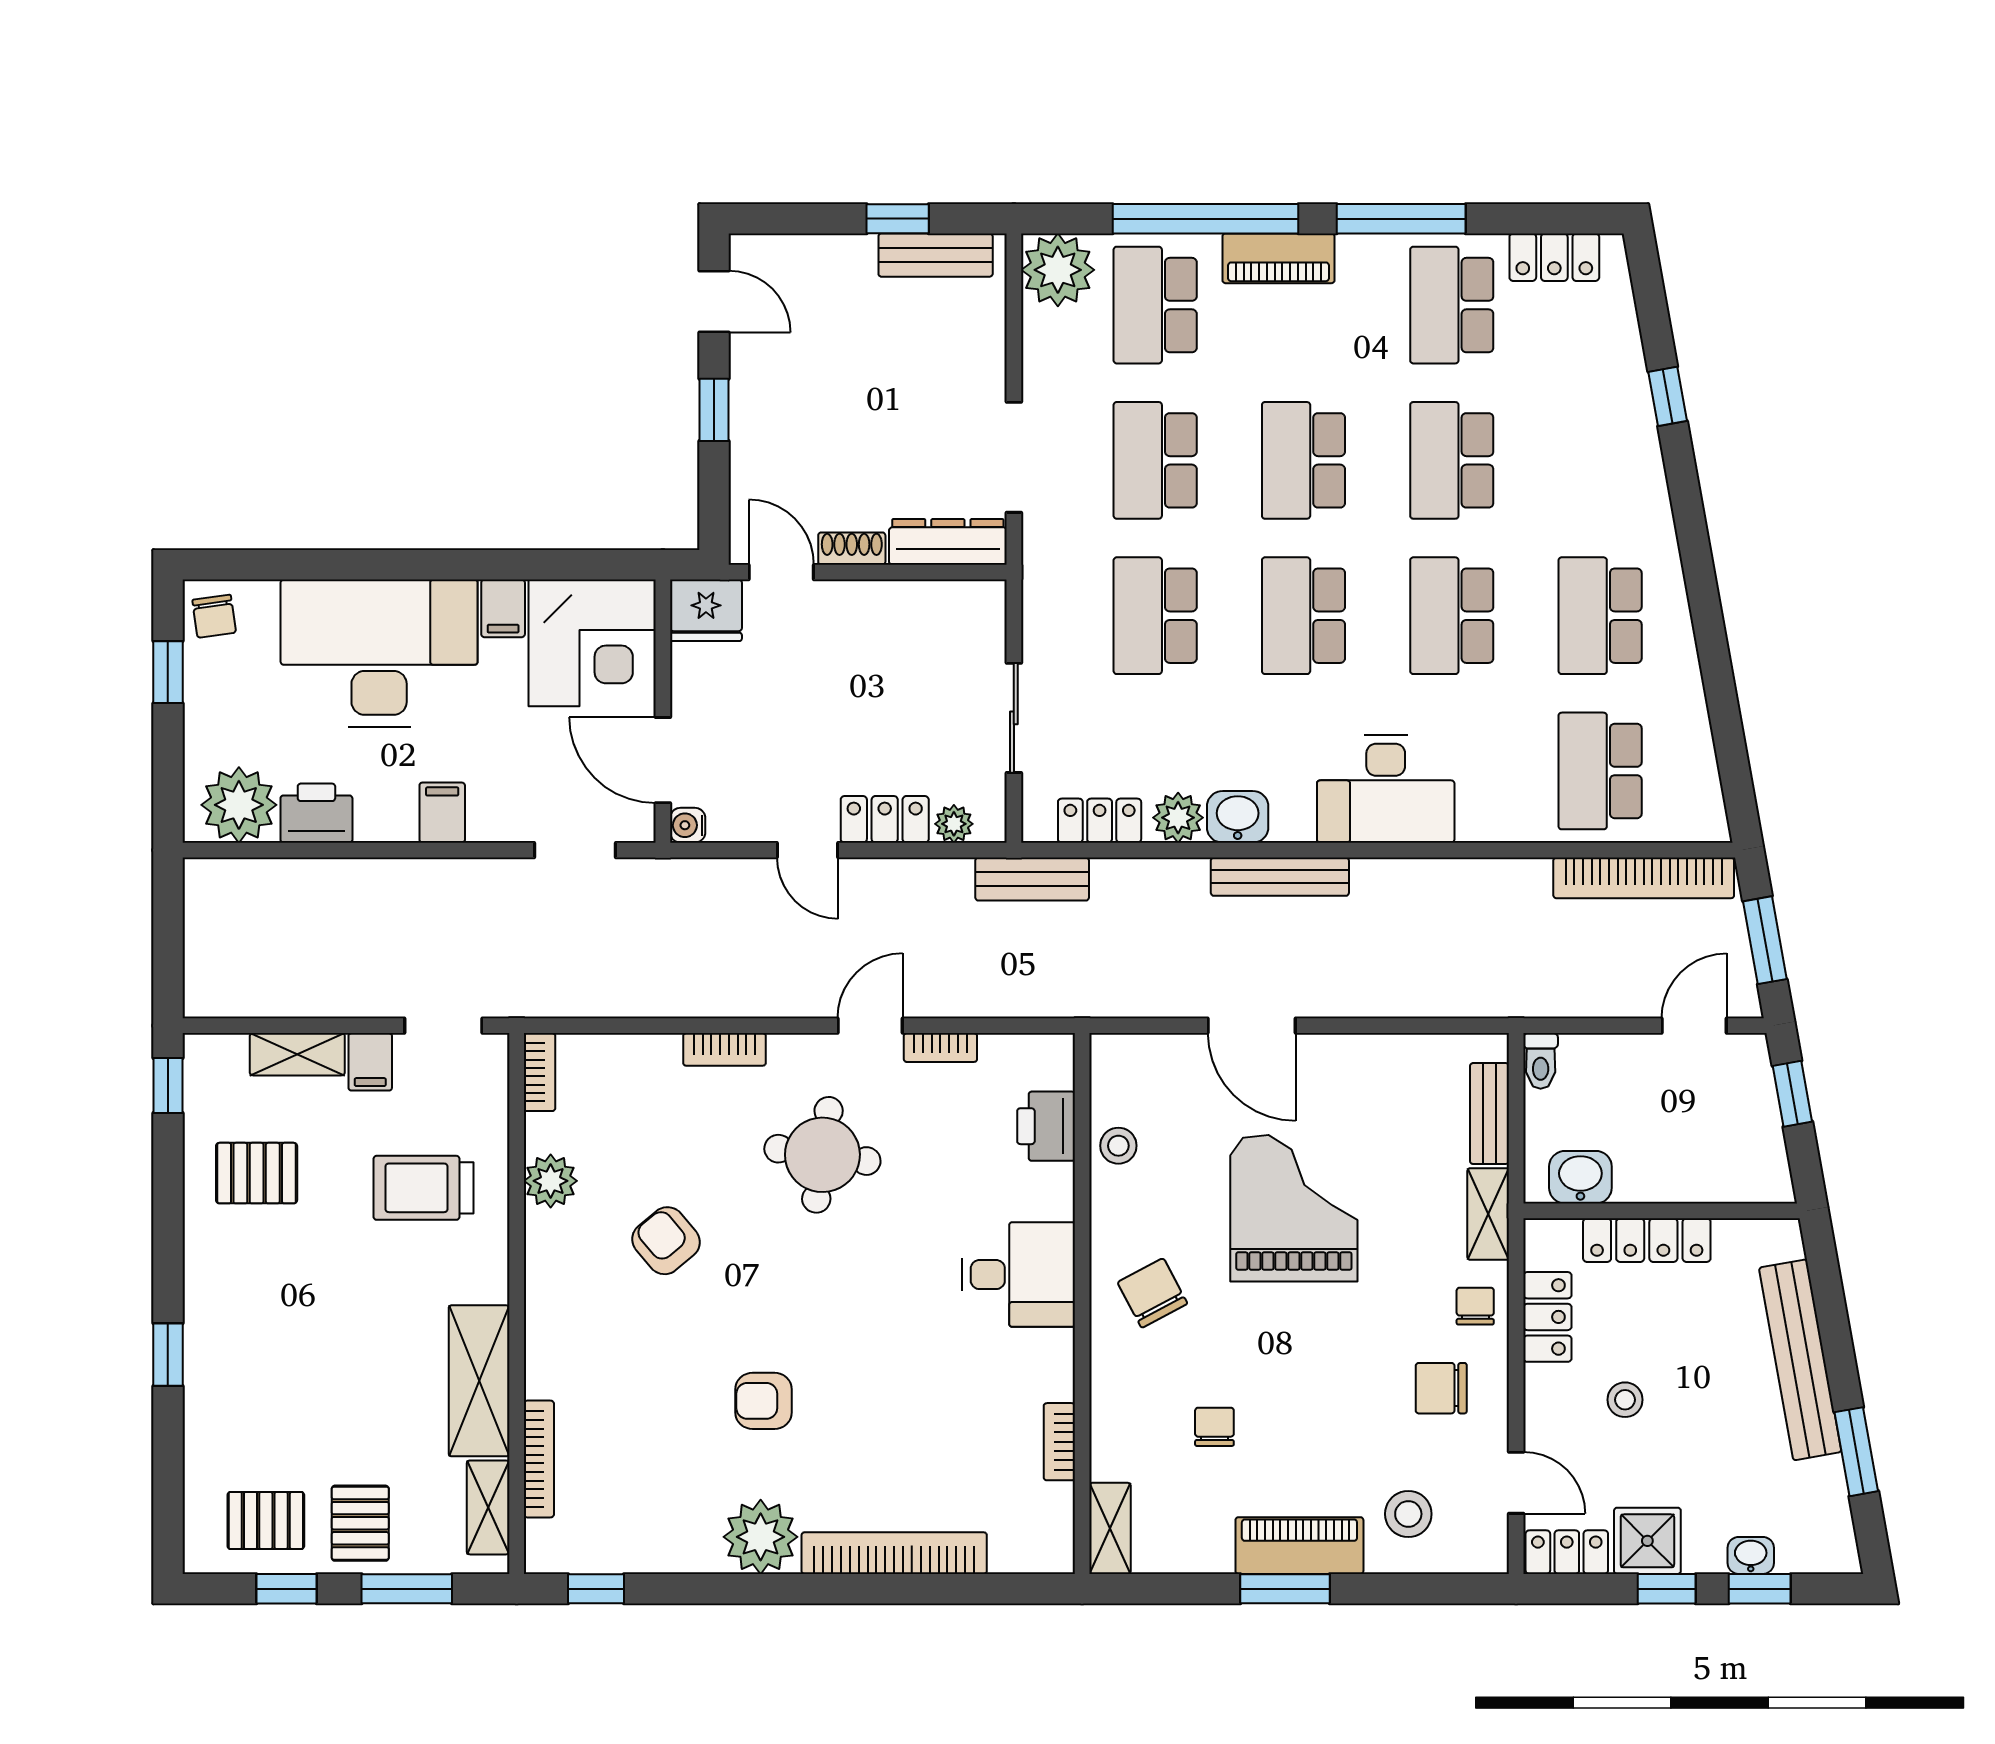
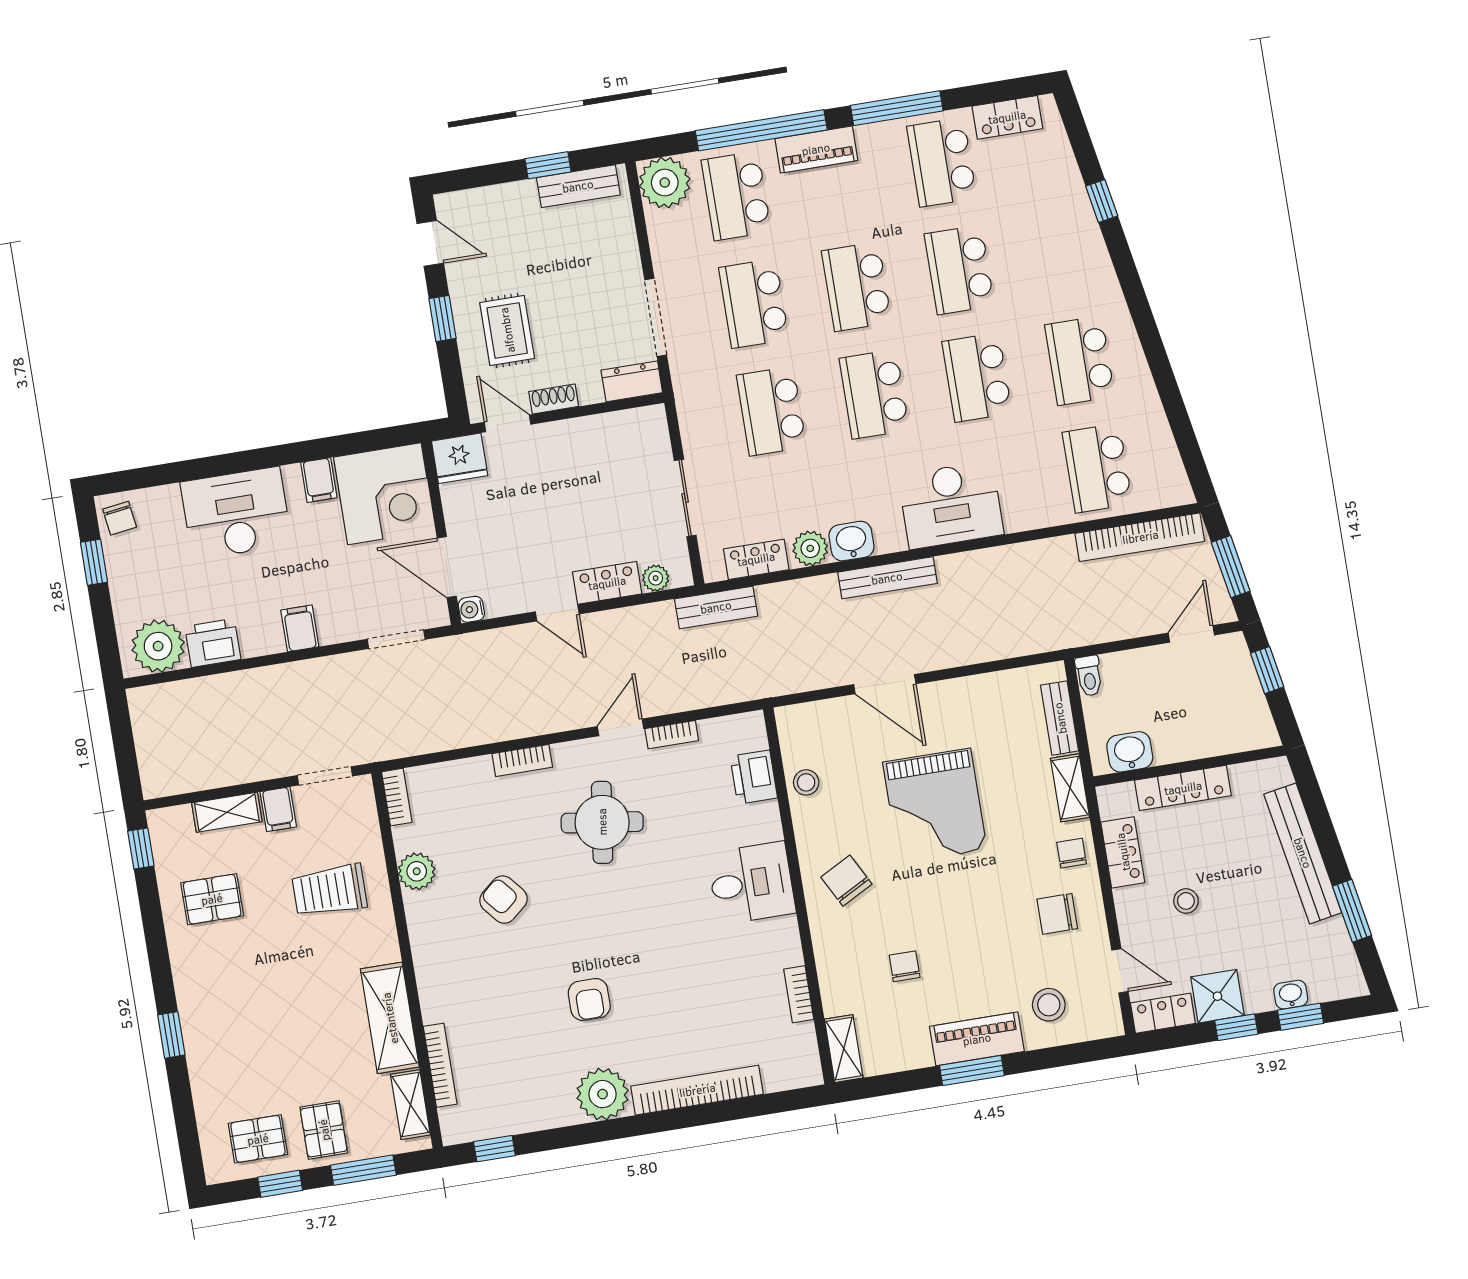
rug: (802, 442) -> (507, 330), added
dresser: (948, 542) -> (632, 381), width x0.70
desk: (379, 653) -> (236, 513), width x0.73, depth x0.77
grand piano: (1294, 1208) -> (935, 806), turned 180
armchair: (764, 1401) -> (589, 1000), turned -90

